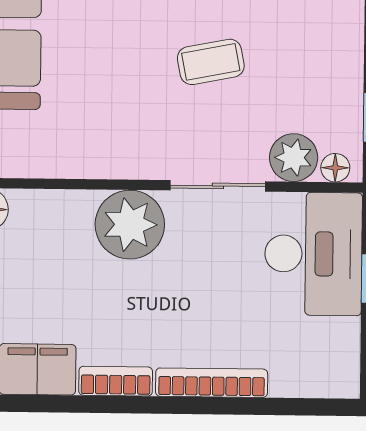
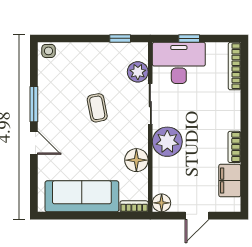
floor lamp: (335, 168) -> (136, 160), moved, width x1.89, depth x1.89
bookcase: (212, 383) -> (235, 66), moved

